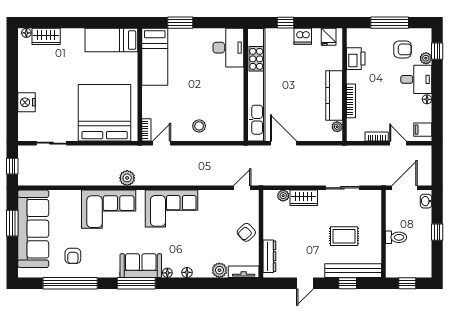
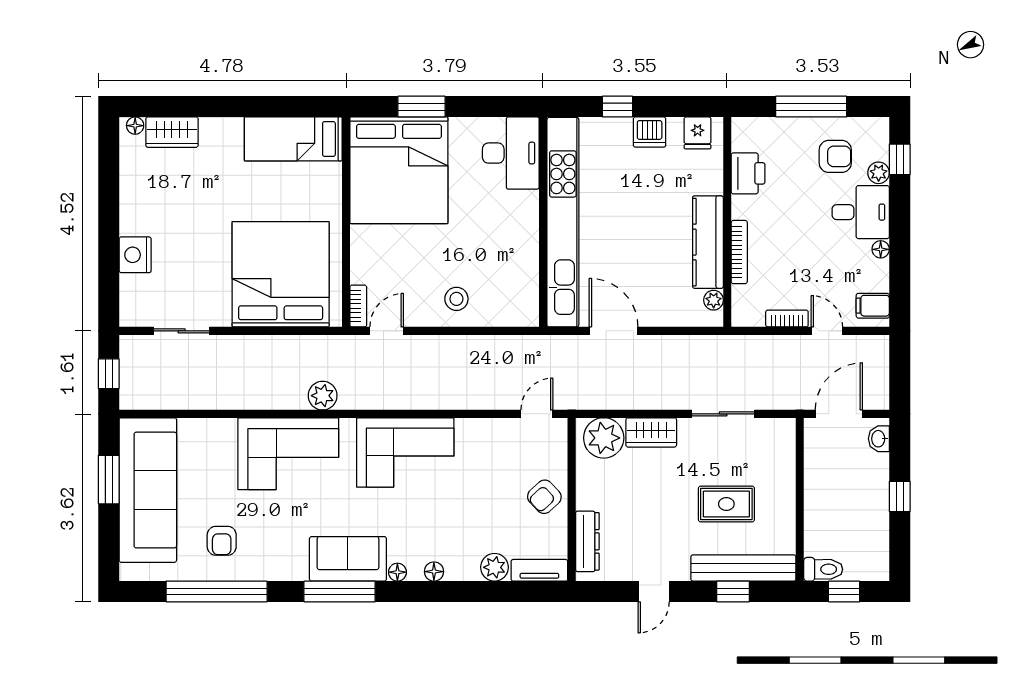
bed: (155, 57) -> (399, 170), width x2.04
plant: (283, 196) -> (604, 438), width x1.88, depth x1.88
toilet: (396, 237) -> (823, 569), moved

